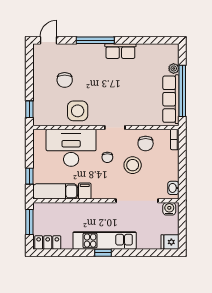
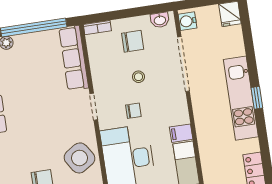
row of seats: (171, 99) -> (74, 58), moved, turned 90
side table: (78, 111) -> (80, 158), turned -33
chair: (146, 144) -> (133, 41), moved
stool: (133, 165) -> (138, 77), width x0.53, depth x0.53

